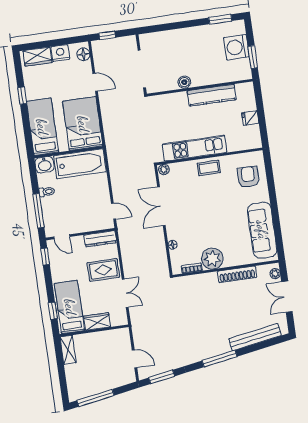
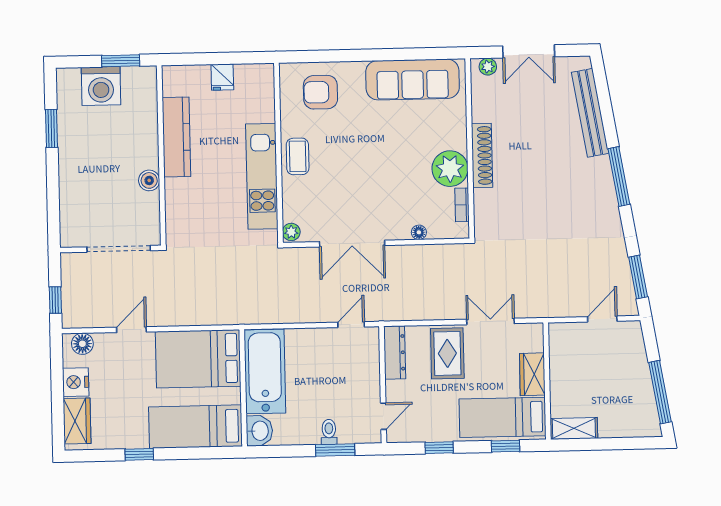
window: (220, 19) -> (51, 128), moved
toilet: (47, 192) -> (329, 432), moved
window: (39, 211) -> (335, 450), width x0.69
window: (45, 256) -> (439, 448), moved
shoe rack: (237, 274) -> (482, 155), moved

